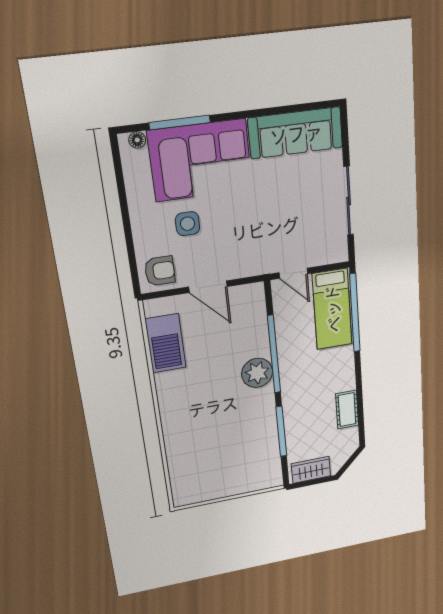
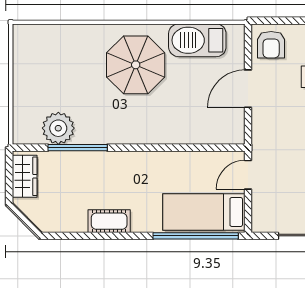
window: (274, 354) -> (166, 148), removed
plant: (257, 373) -> (58, 128), moved
parasol: (198, 396) -> (136, 65), added
cot: (347, 410) -> (109, 221), moved

